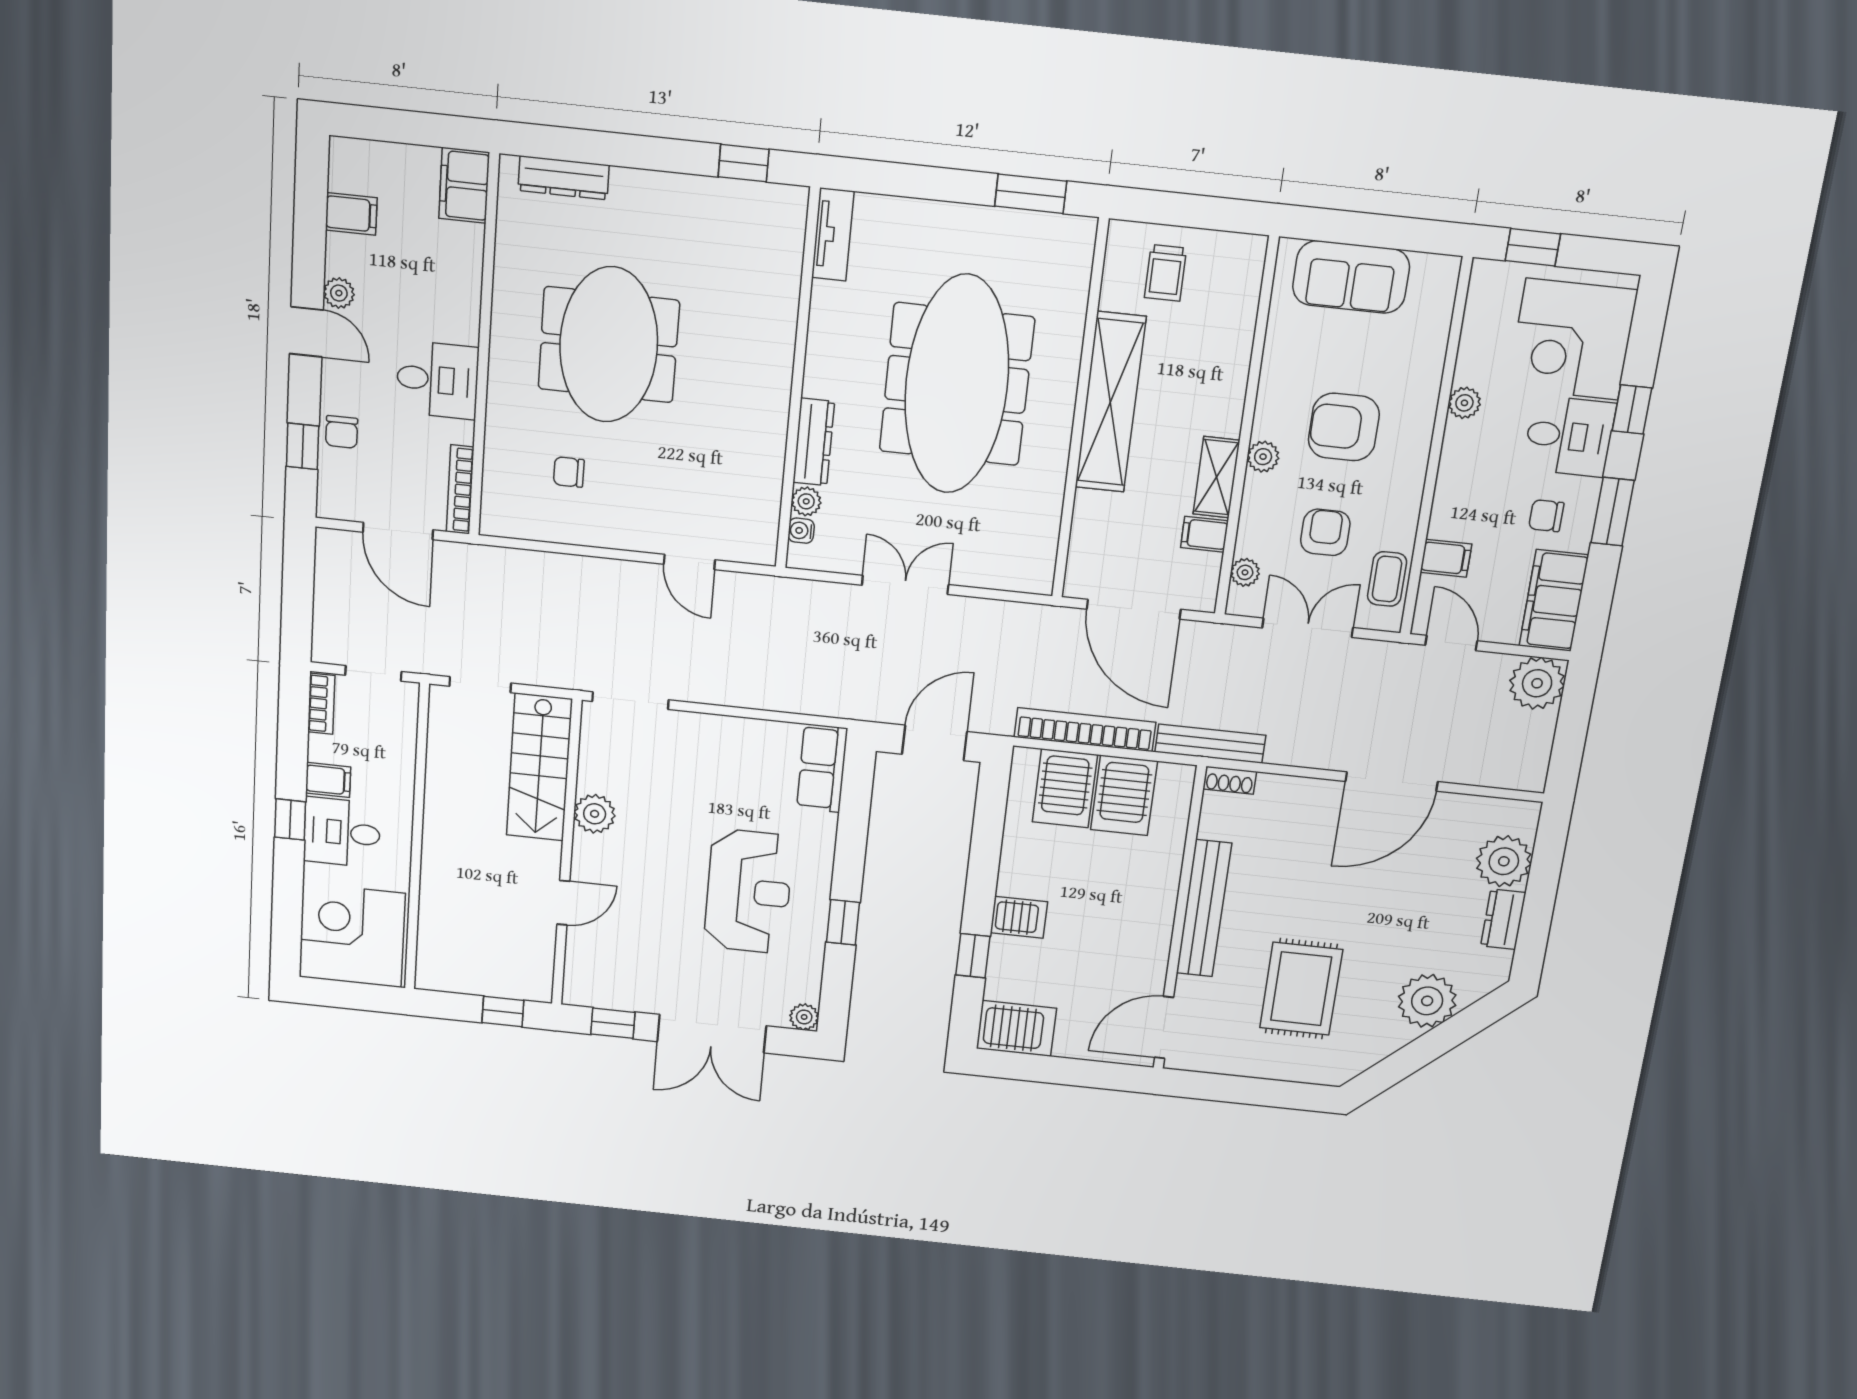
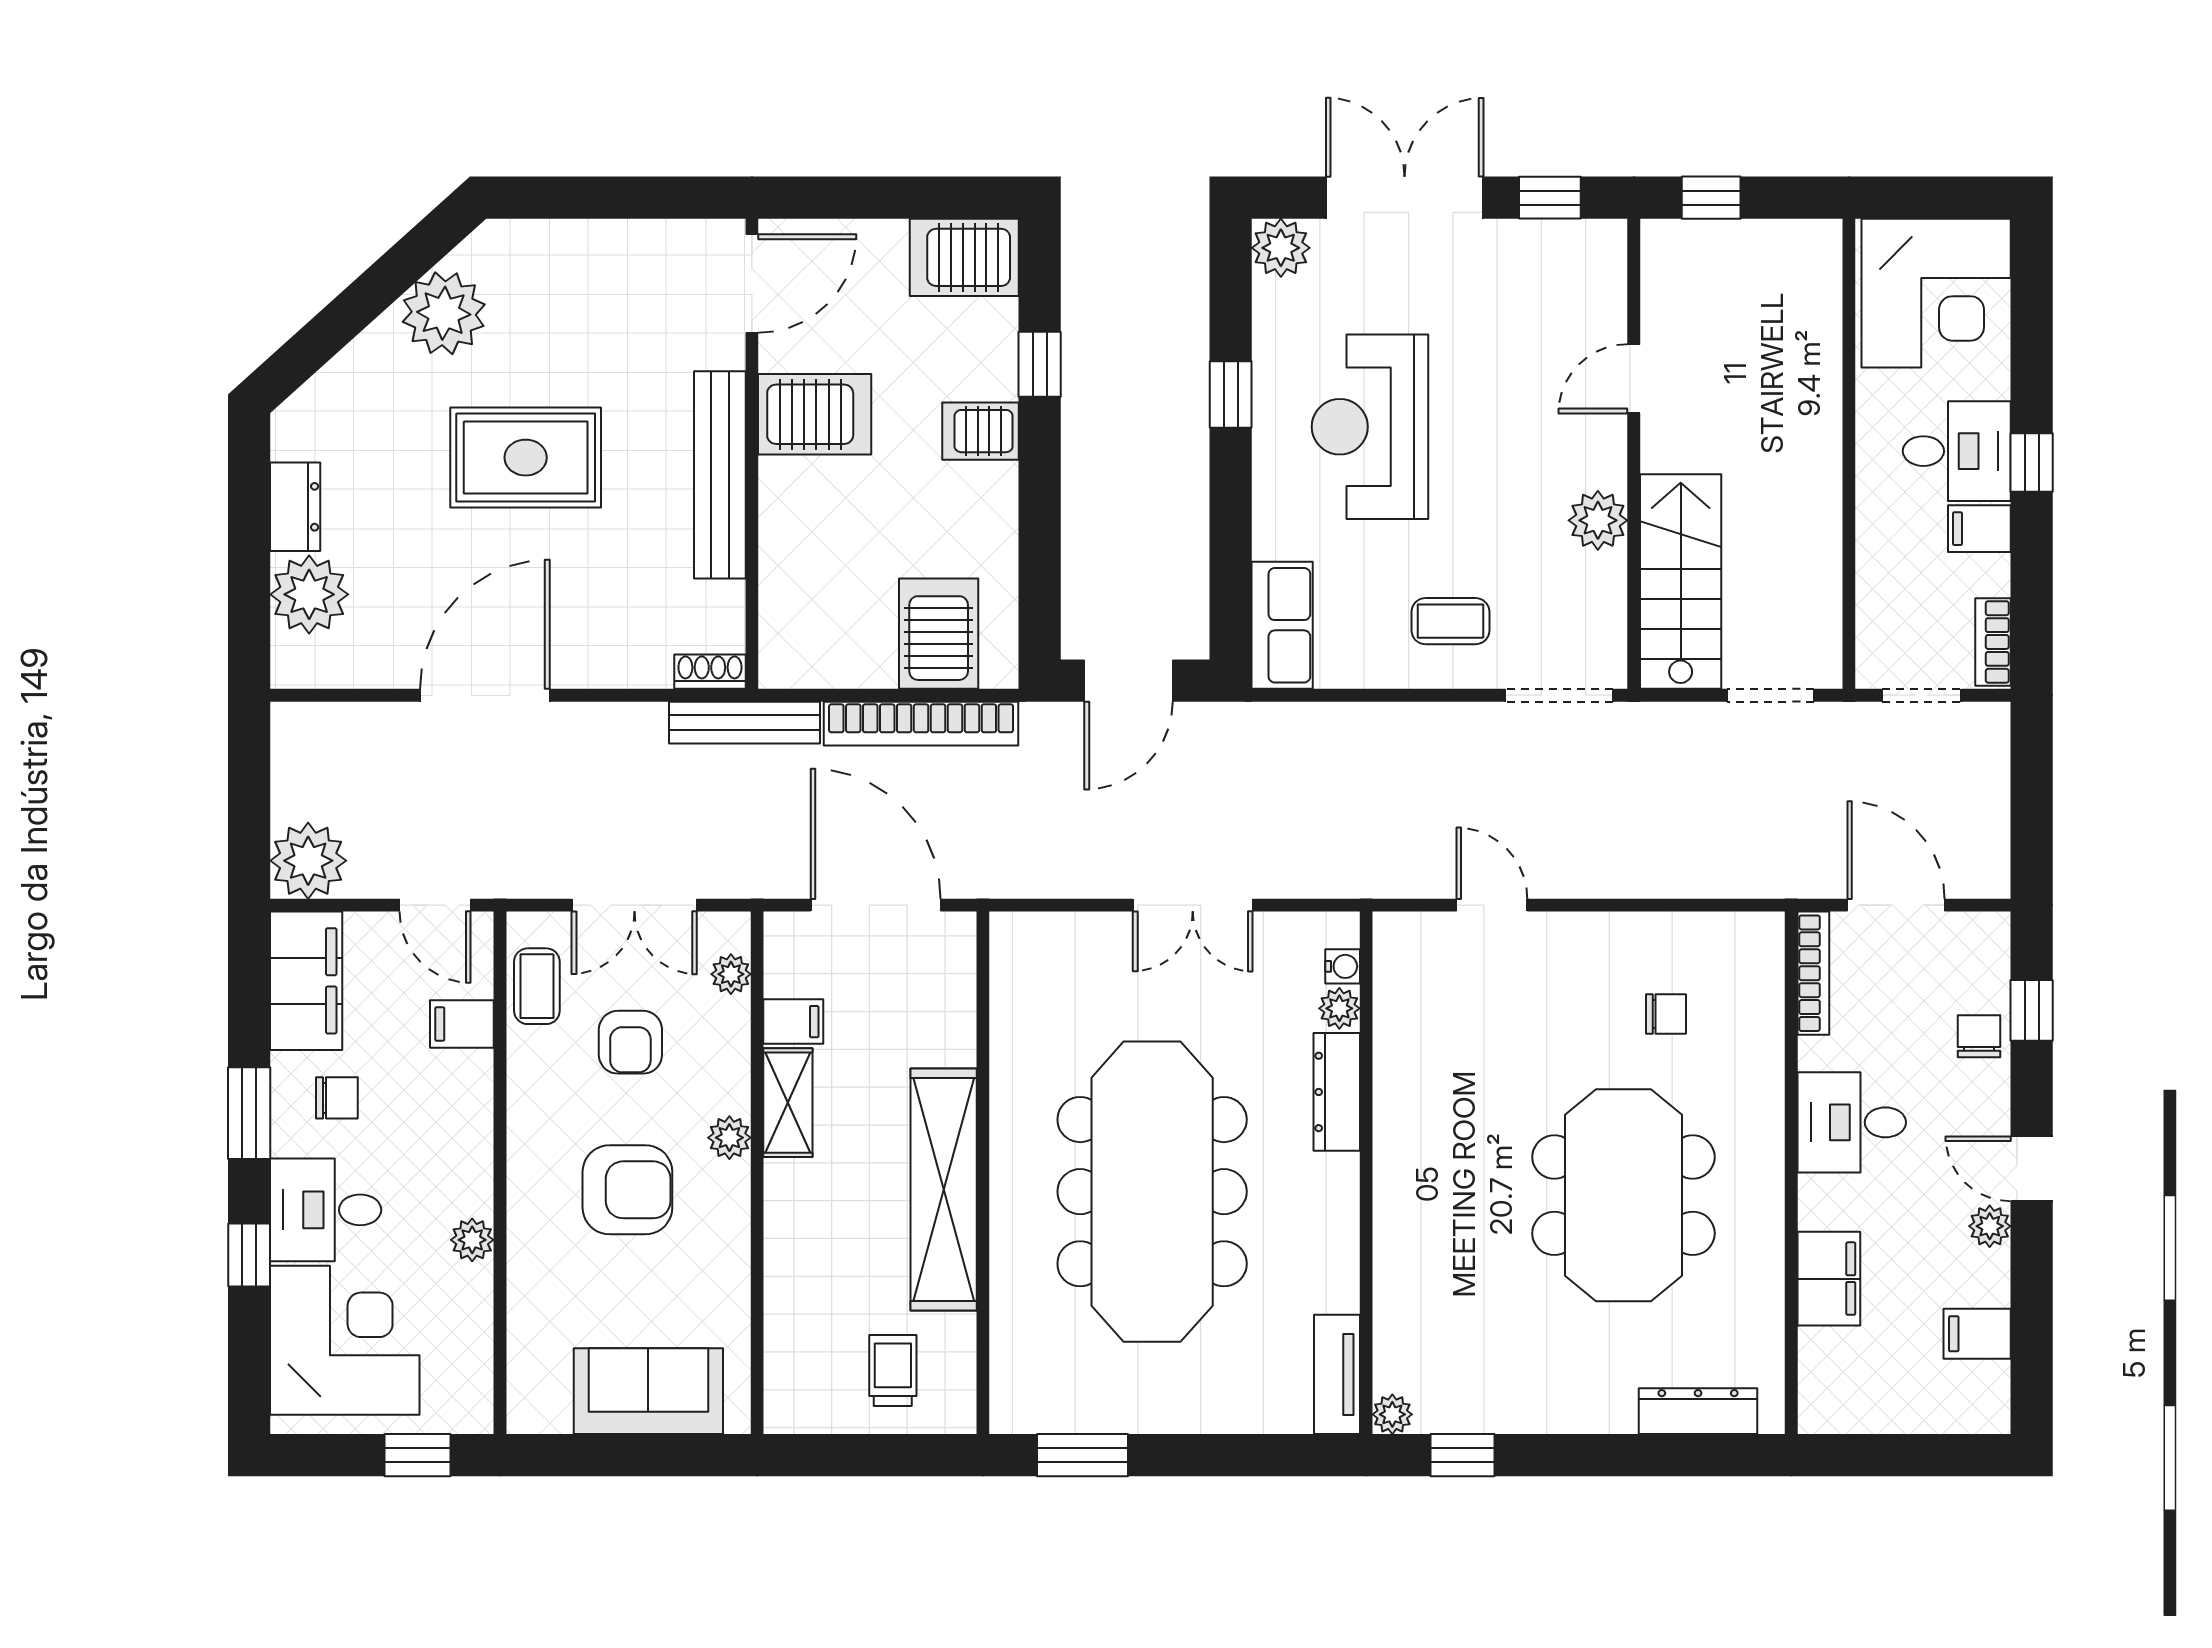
filing cabinet: (464, 185) -> (1829, 1279), moved
plant: (794, 200) -> (1392, 1414), added
coffee table: (703, 758) -> (1450, 621), added
server rack: (1124, 795) -> (815, 414), moved, turned 90
rug: (1301, 989) -> (526, 458), moved, turned 90
plant: (1427, 1001) -> (444, 313), moved
plant: (804, 1017) -> (1281, 248), width x1.38, depth x1.38

